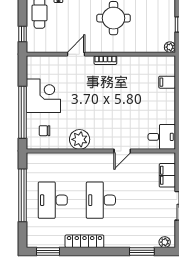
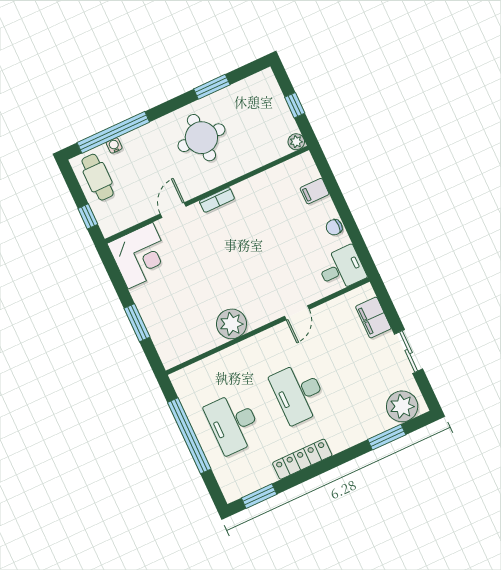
corner desk: (43, 96) -> (140, 256), moved, turned 90
window: (23, 112) -> (137, 323), width x0.47
chair: (45, 131) -> (334, 227), moved
plant: (165, 242) -> (402, 406), width x1.87, depth x1.87

